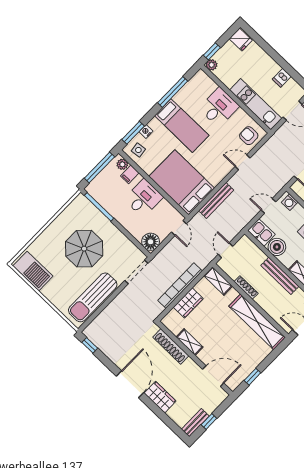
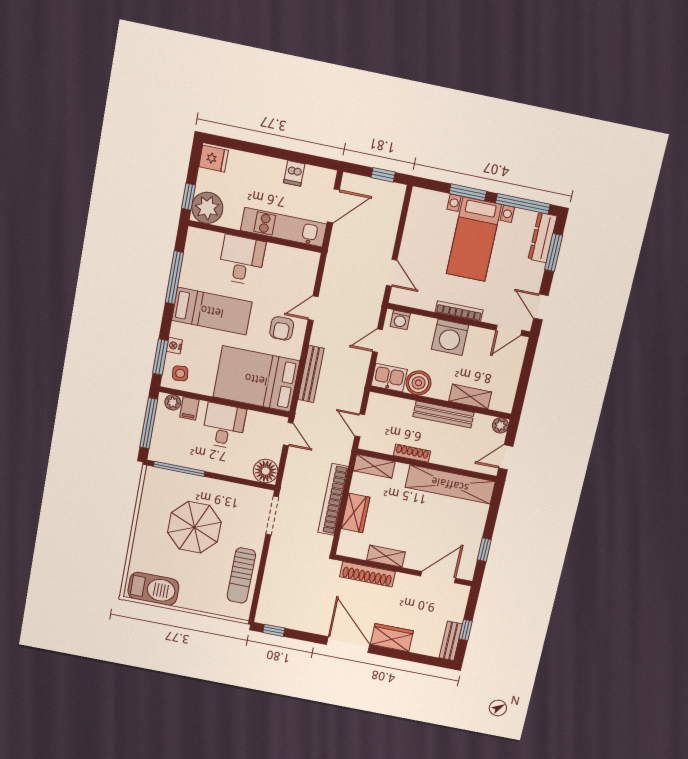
plant: (212, 65) -> (207, 208), width x1.88, depth x1.88
armchair: (249, 136) -> (282, 328), moved, turned -90
sun lounger: (93, 297) -> (241, 575), width x0.73, depth x0.75

